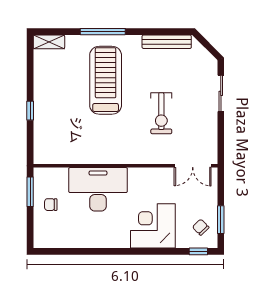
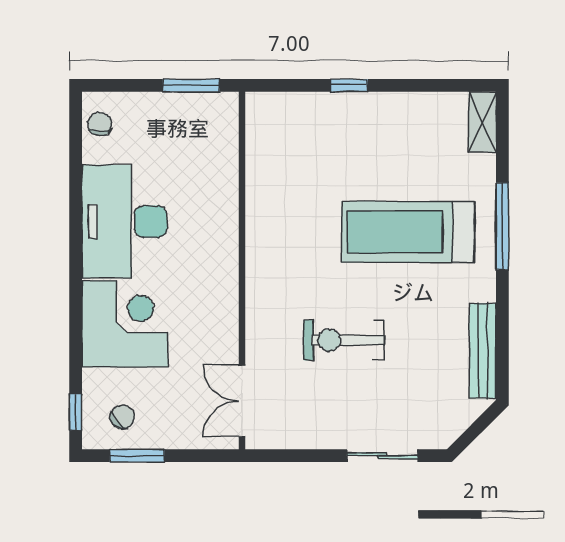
treadmill: (106, 80) -> (408, 232), turned 180
desk: (98, 189) -> (124, 222), moved, turned 180
chair: (51, 205) -> (100, 124), moved

